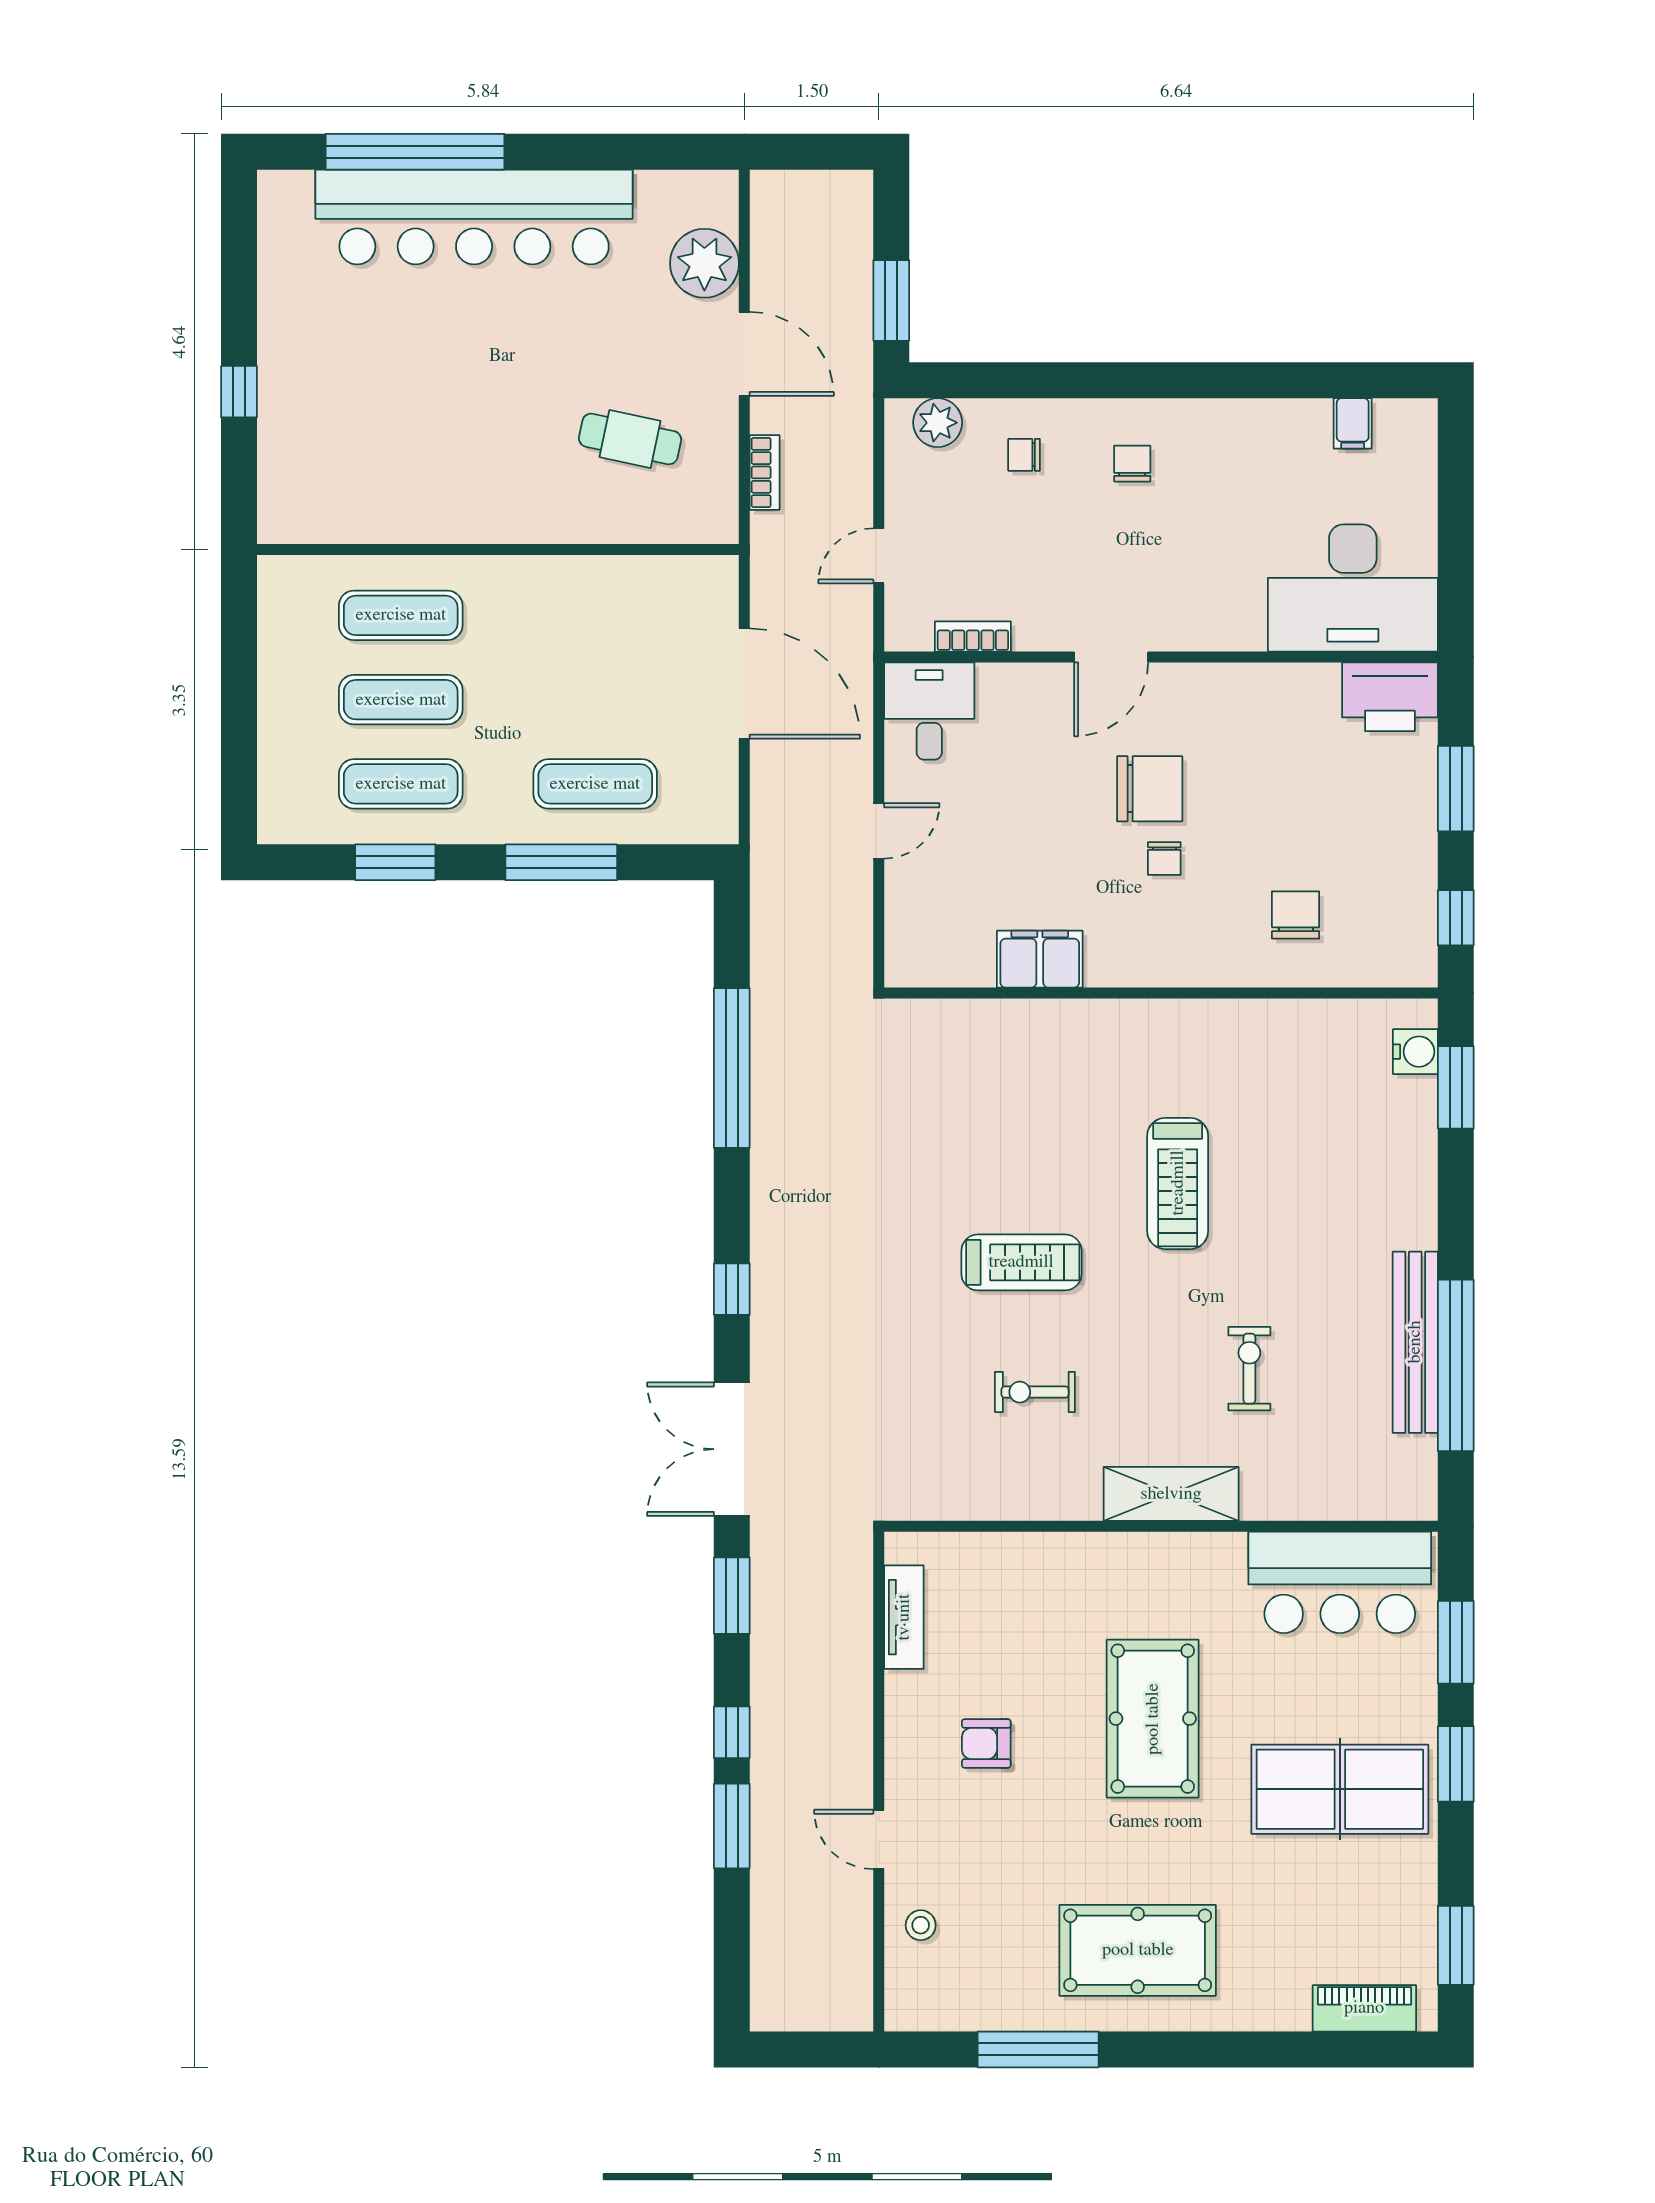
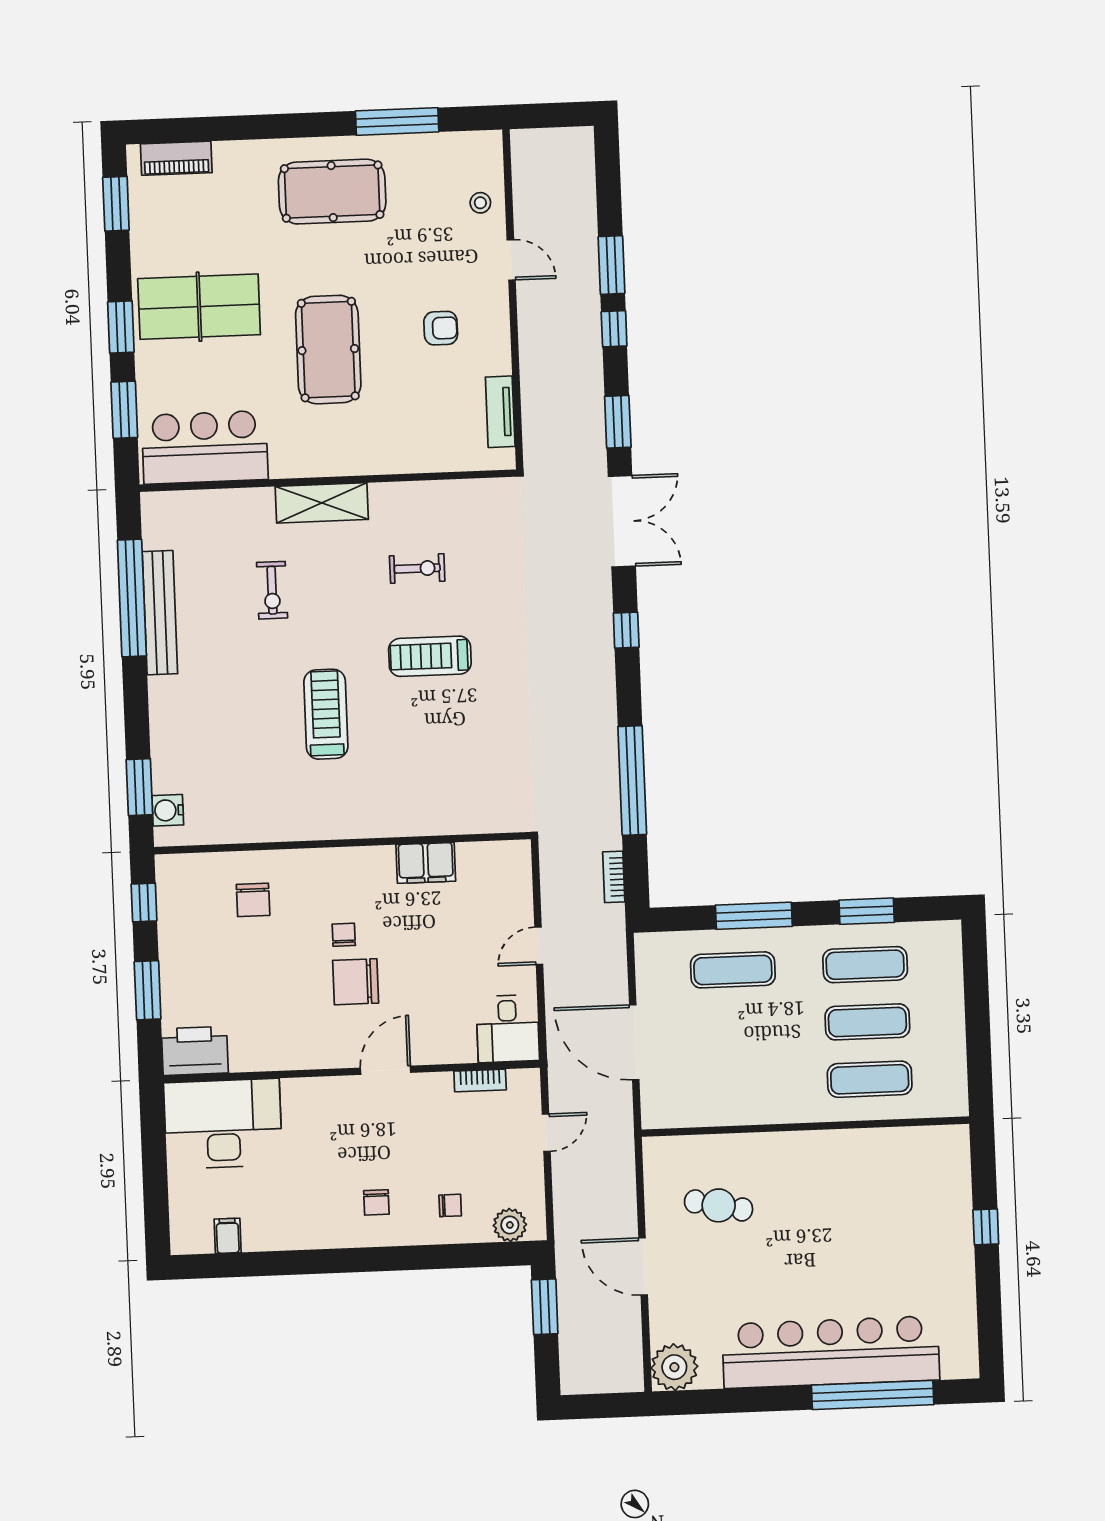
plant: (704, 263) -> (674, 1367), moved
bookcase: (765, 472) -> (614, 877), moved

